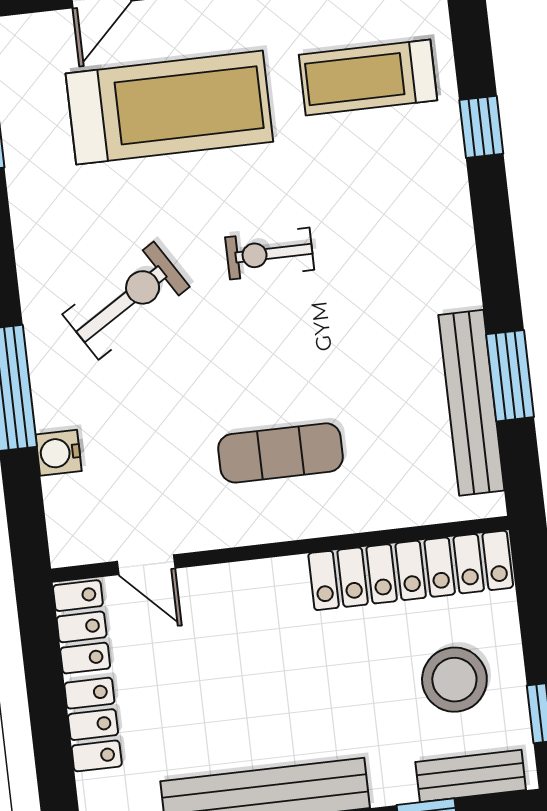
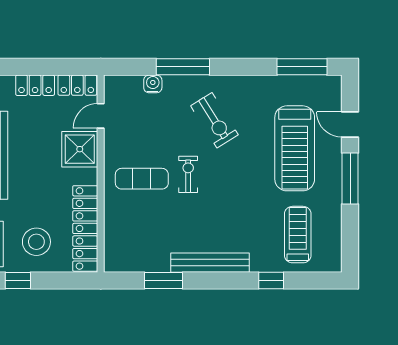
exercise bike: (270, 254) -> (188, 174), moved
bench: (471, 403) -> (210, 263), moved
exercise mat: (280, 453) -> (142, 179), turned 90
shower: (229, 604) -> (80, 149), added

